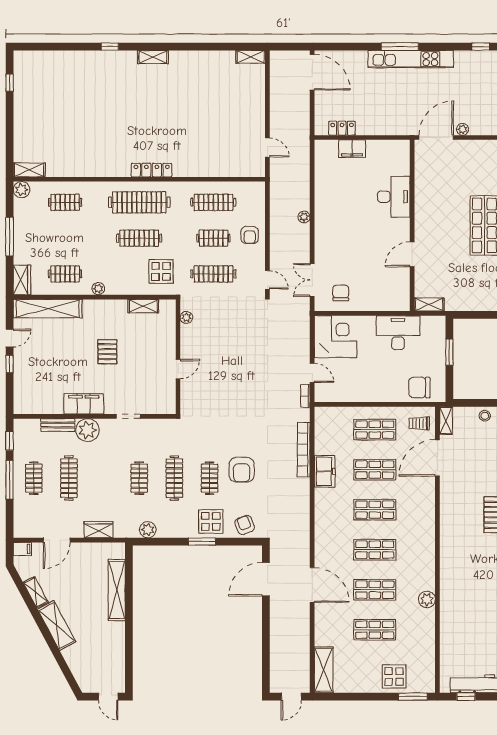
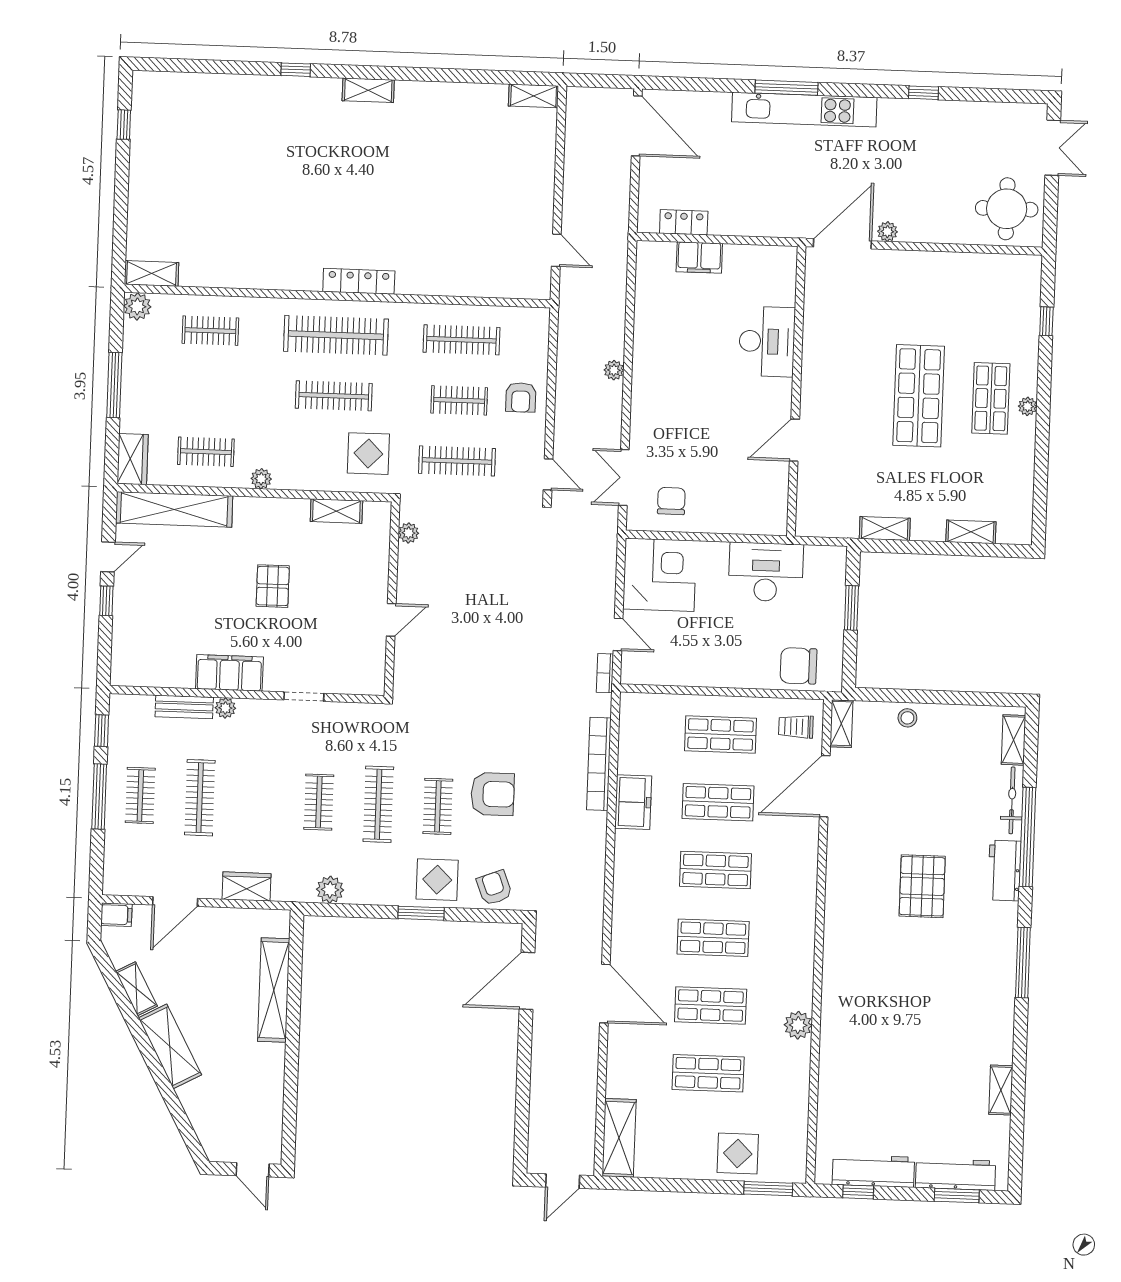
shelving: (429, 305) -> (885, 528), moved
plant: (87, 430) -> (225, 708), width x0.53, depth x0.53
armchair: (242, 470) -> (493, 794), turned -90

